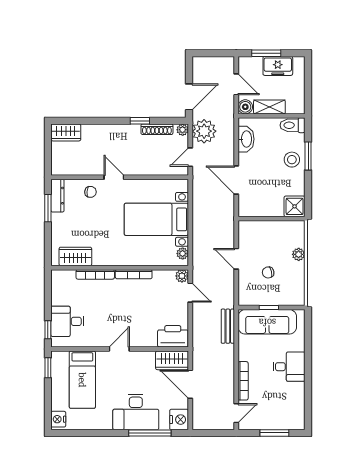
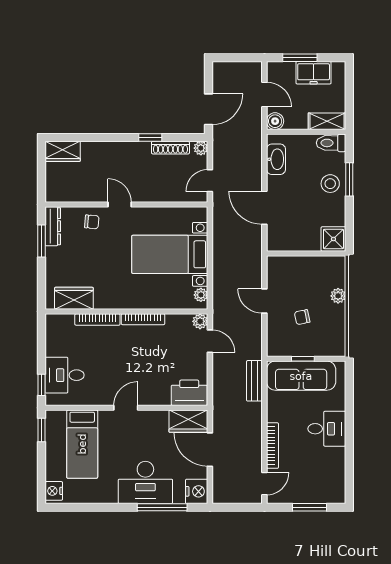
shelving: (269, 107) -> (327, 121), moved
plant: (204, 131) -> (226, 150), removed

